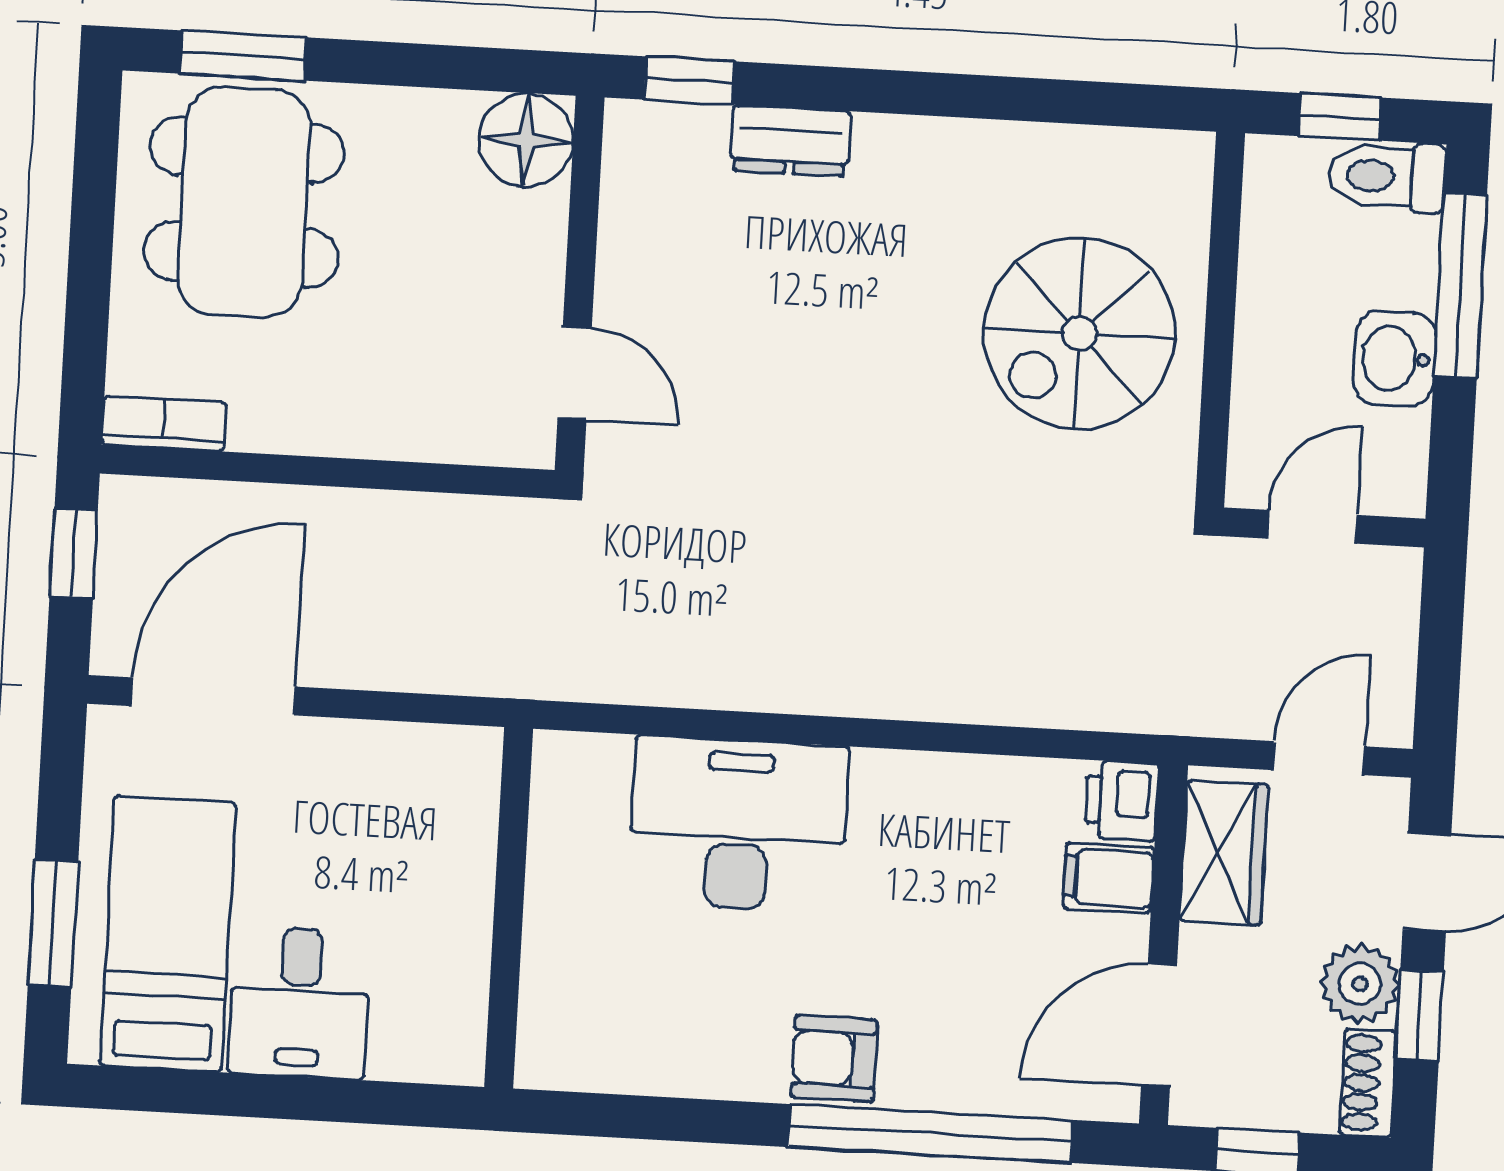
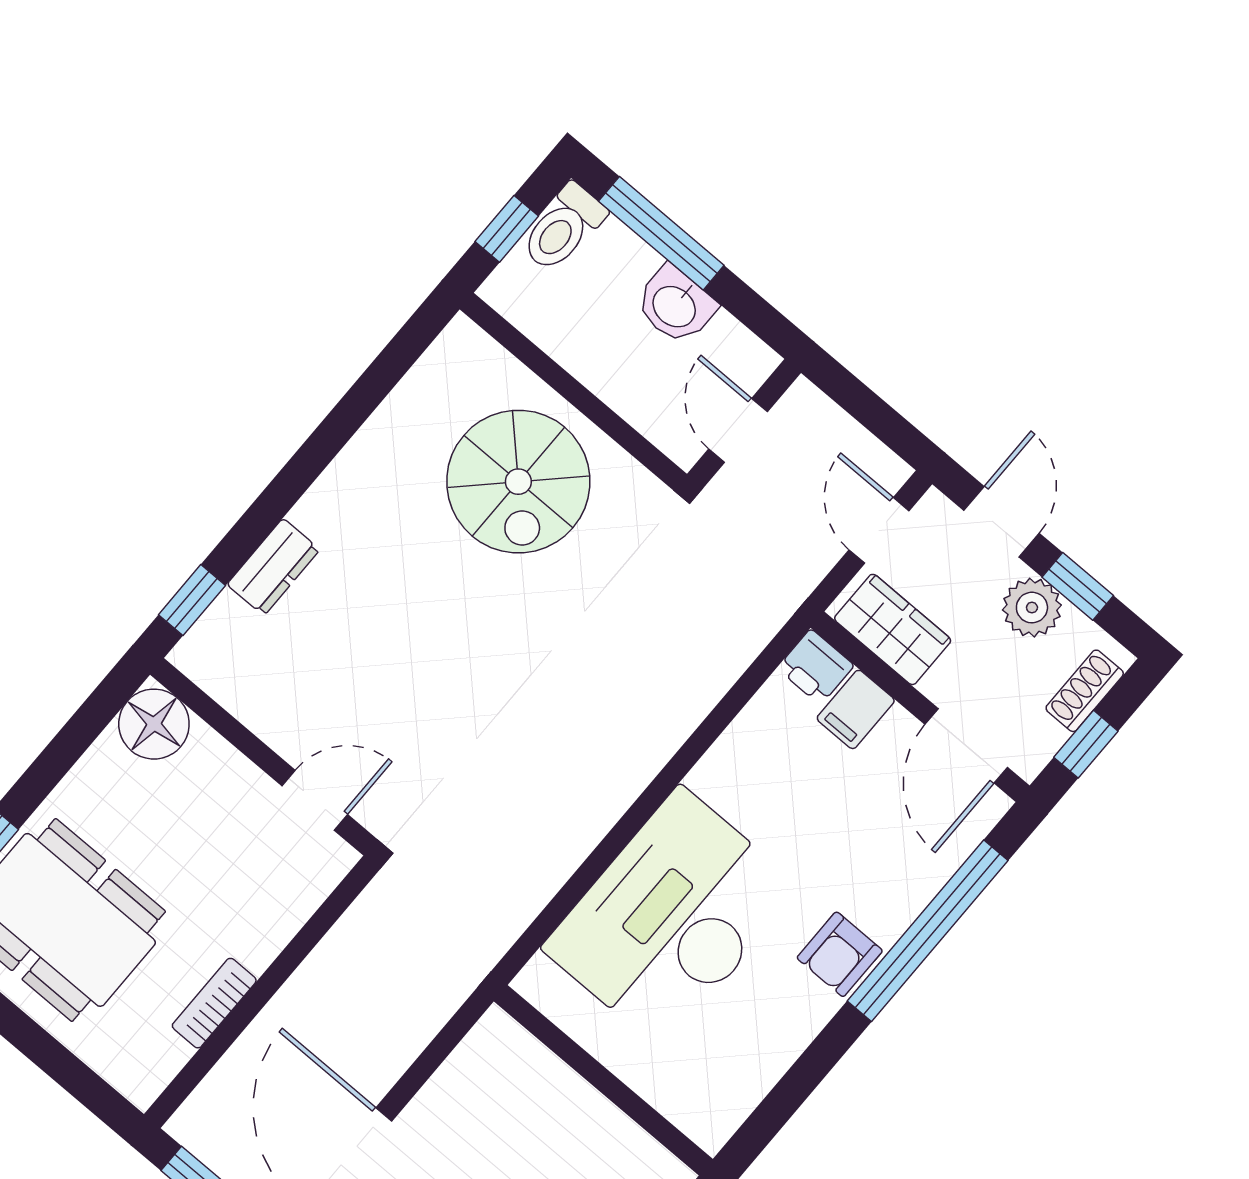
bookcase: (164, 424) -> (214, 1003), moved
desk: (738, 824) -> (671, 918), width x1.36, depth x1.30
shoe rack: (1368, 1083) -> (1085, 691), moved, turned 90

